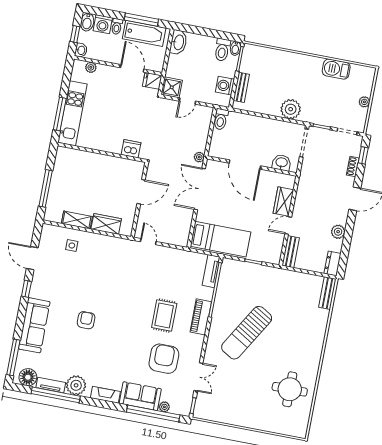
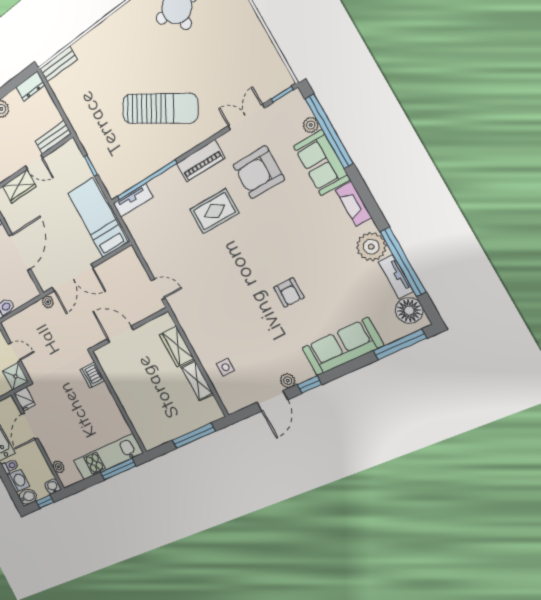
door: (148, 242) -> (158, 289), swing flipped
plant: (38, 278) -> (288, 381), added
piano: (201, 317) -> (201, 161), moved
armchair: (86, 320) -> (289, 292), turned -90

